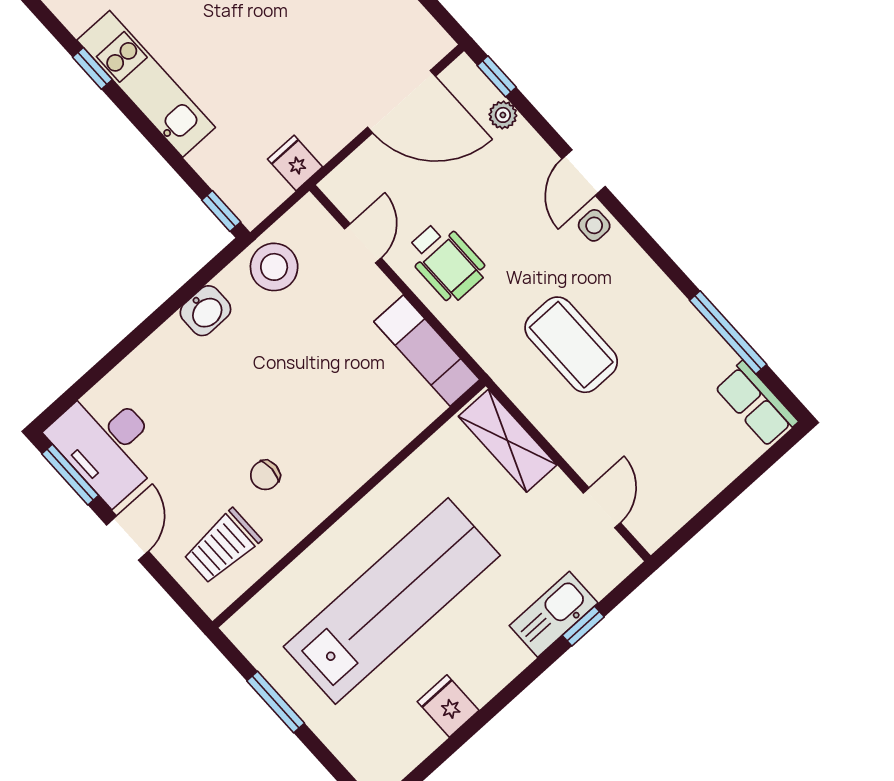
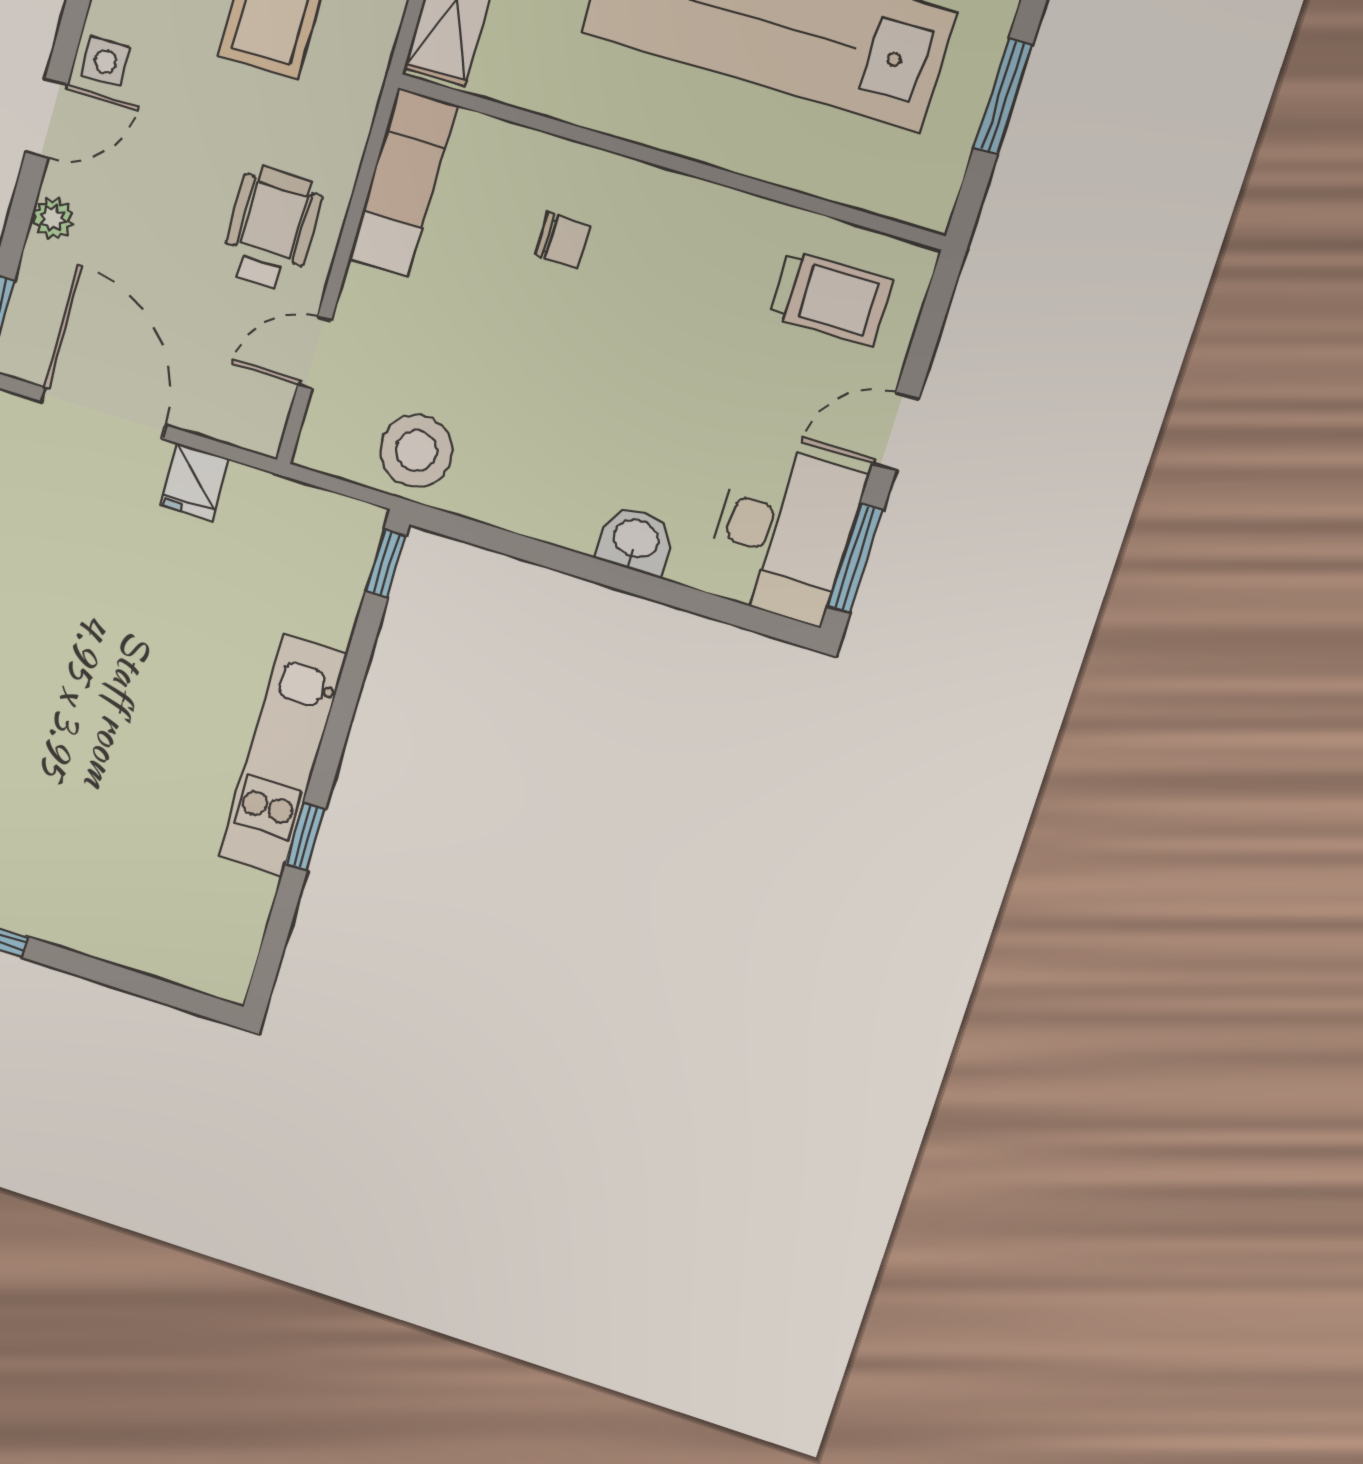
plant: (503, 115) -> (53, 218), moved
fridge: (295, 163) -> (194, 482), moved
washbasin: (205, 311) -> (636, 540), moved
chair: (265, 475) -> (563, 240), moved

